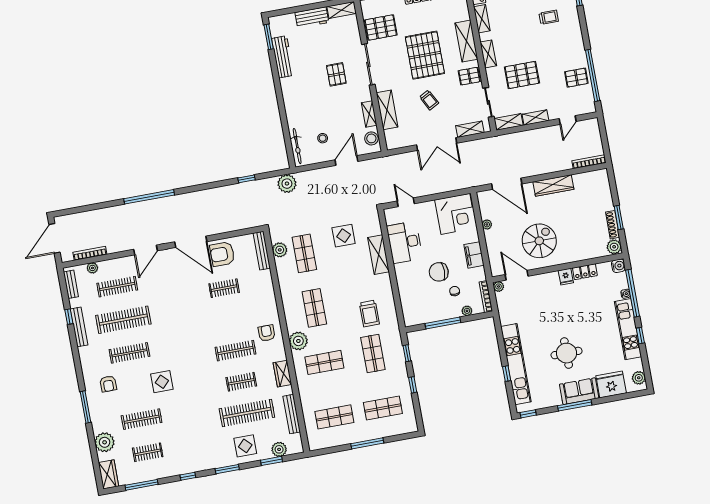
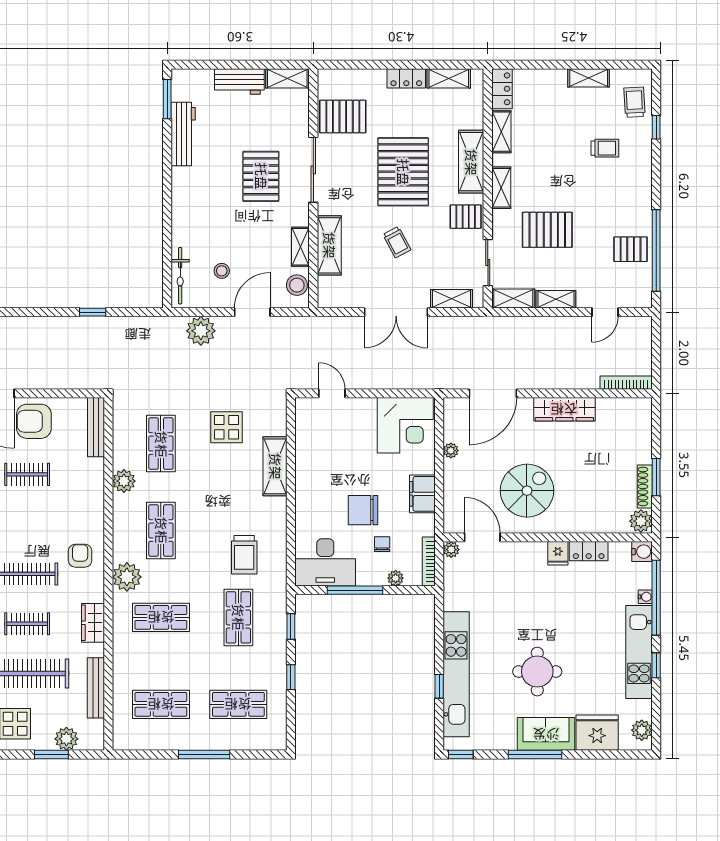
pallet: (336, 74) -> (261, 176), width x1.50, depth x1.42
plant: (287, 184) -> (201, 331), moved
door: (507, 184) -> (493, 393), hinge flipped
desk: (405, 242) -> (325, 562), moved, turned -90
plant: (280, 250) -> (124, 481), moved

